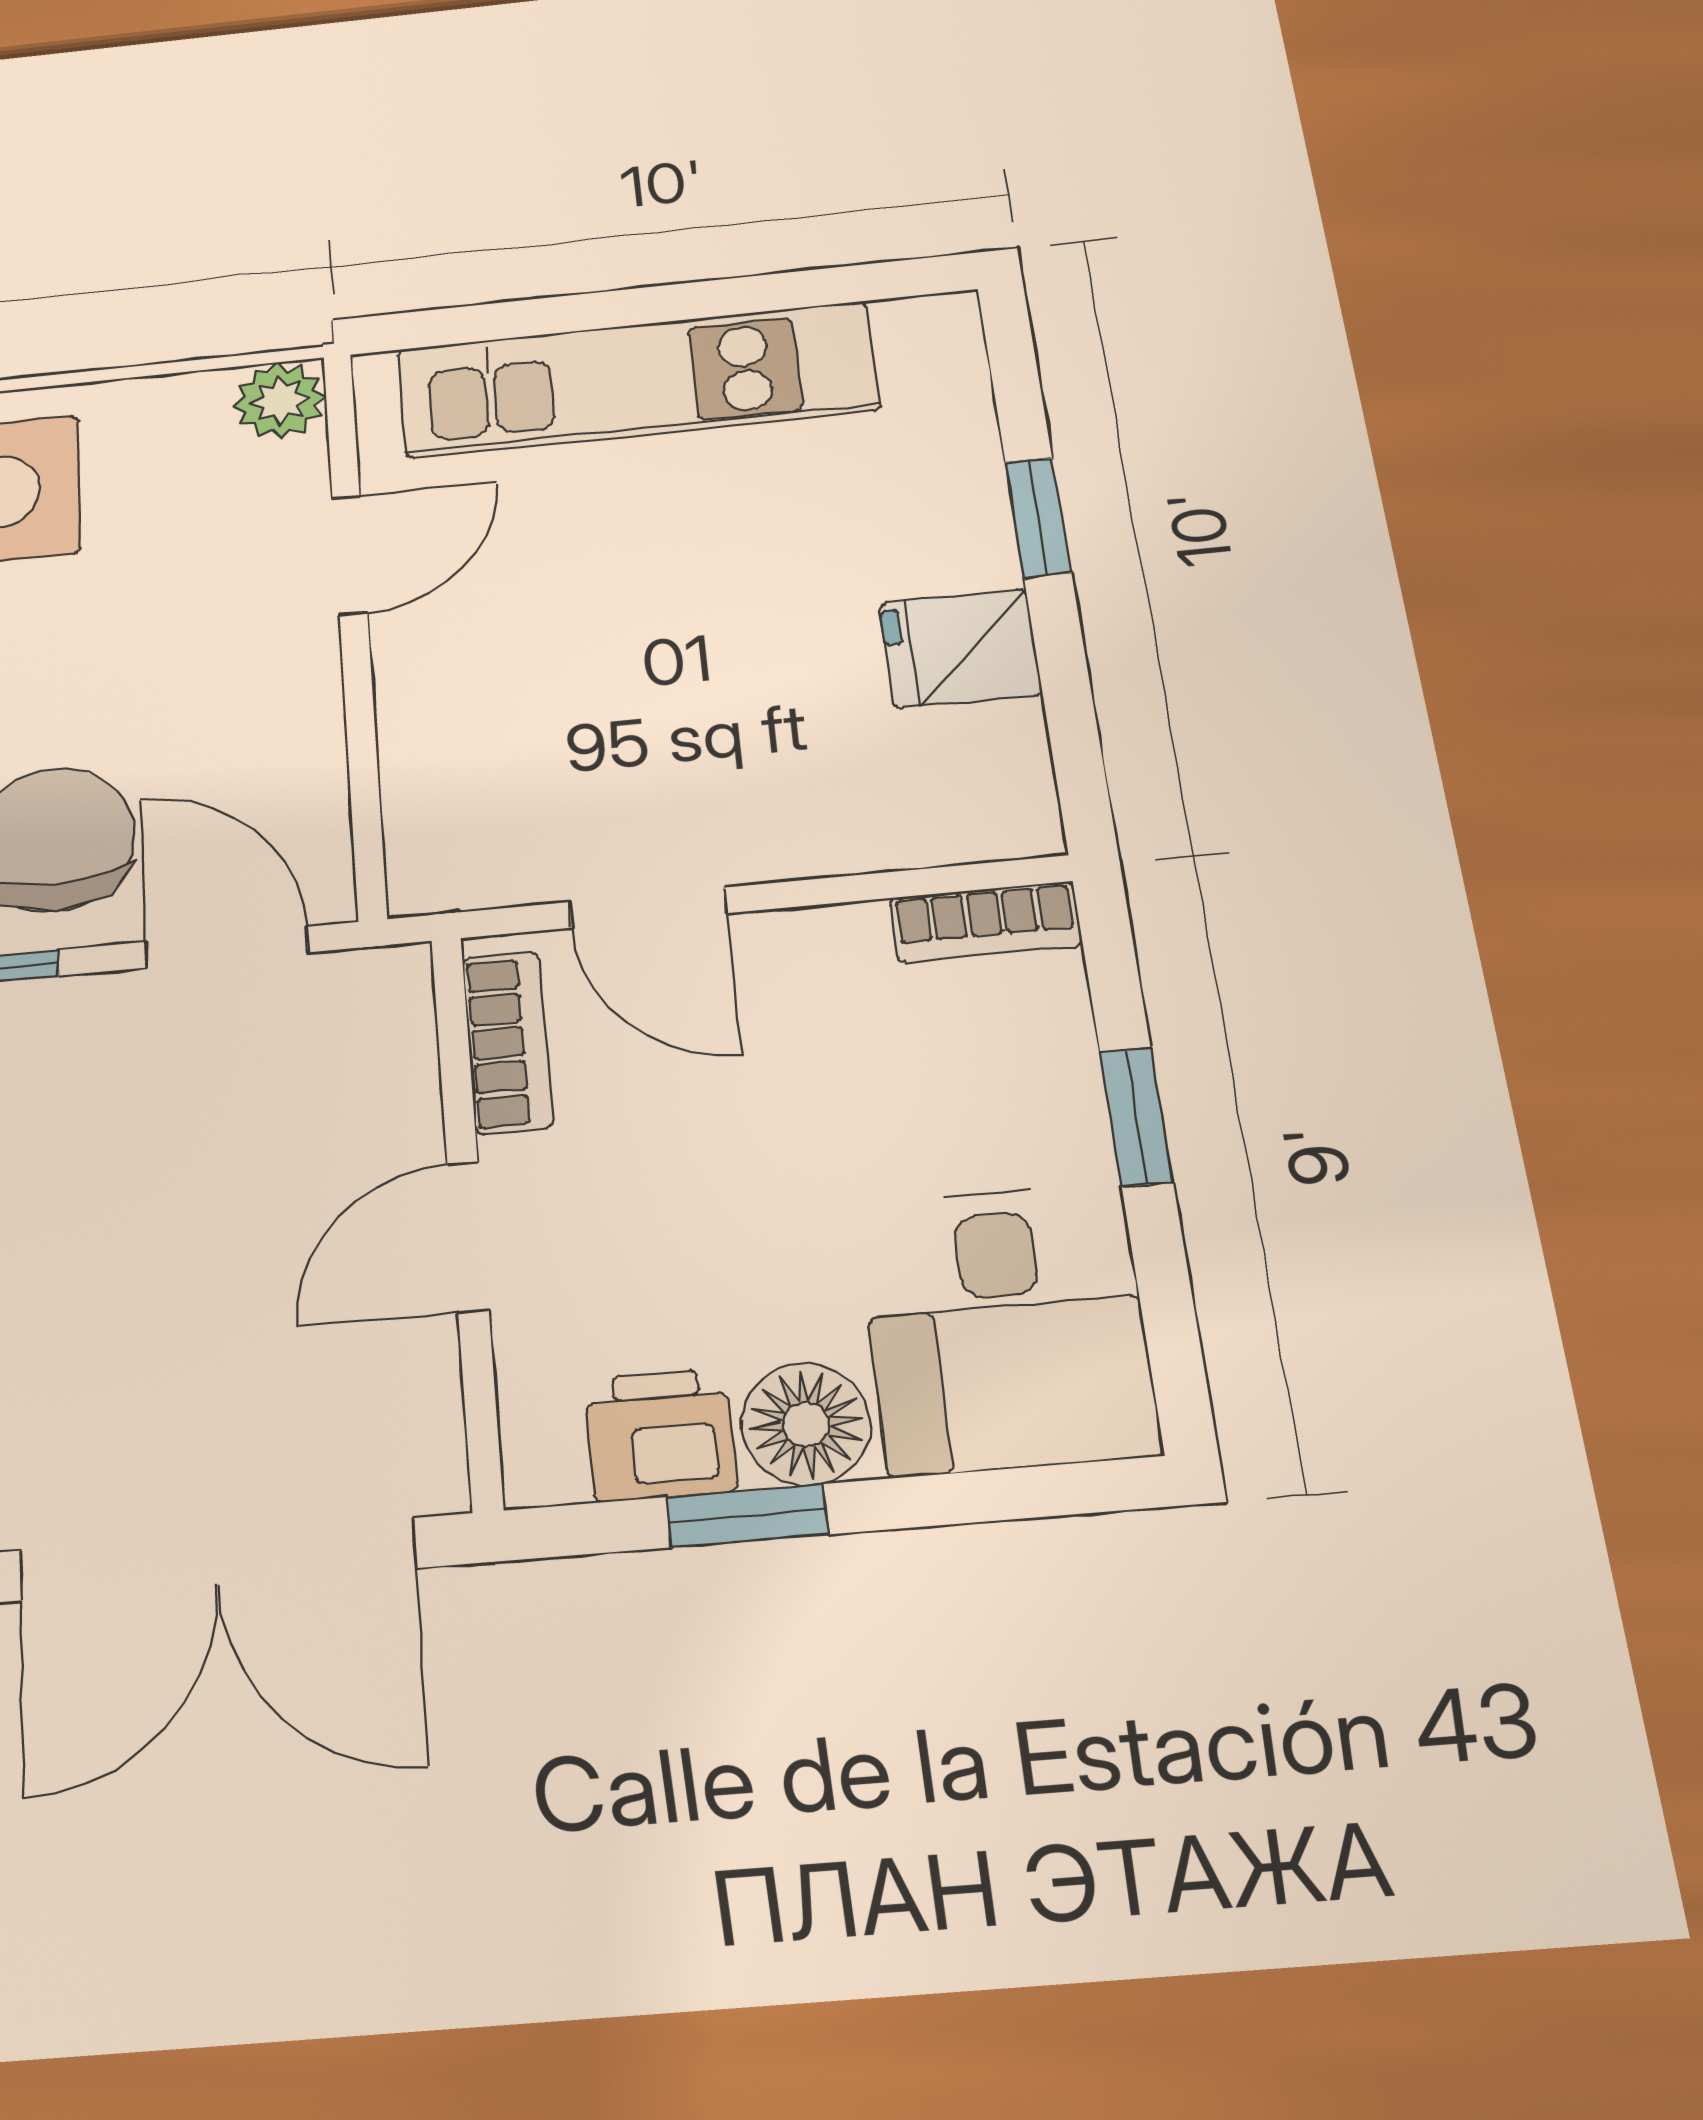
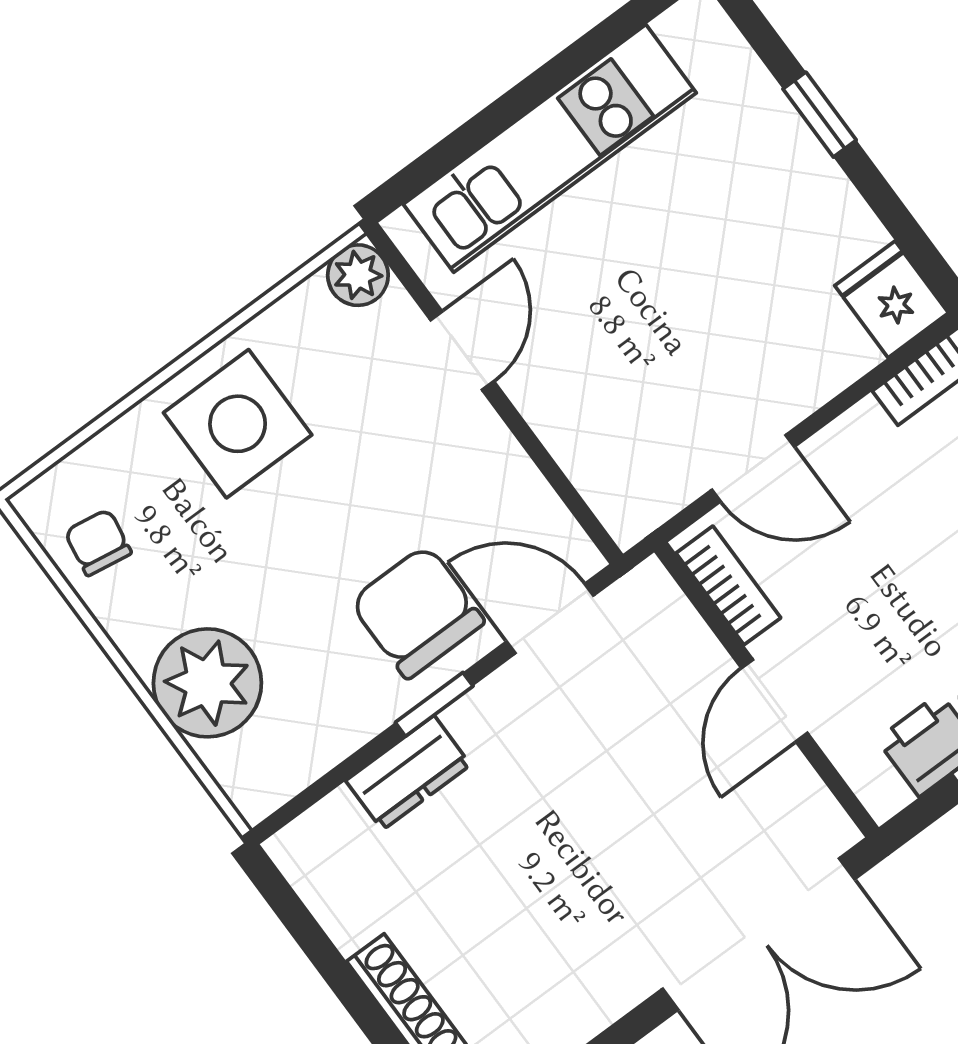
fridge: (960, 649) -> (892, 299), moved, turned 90

